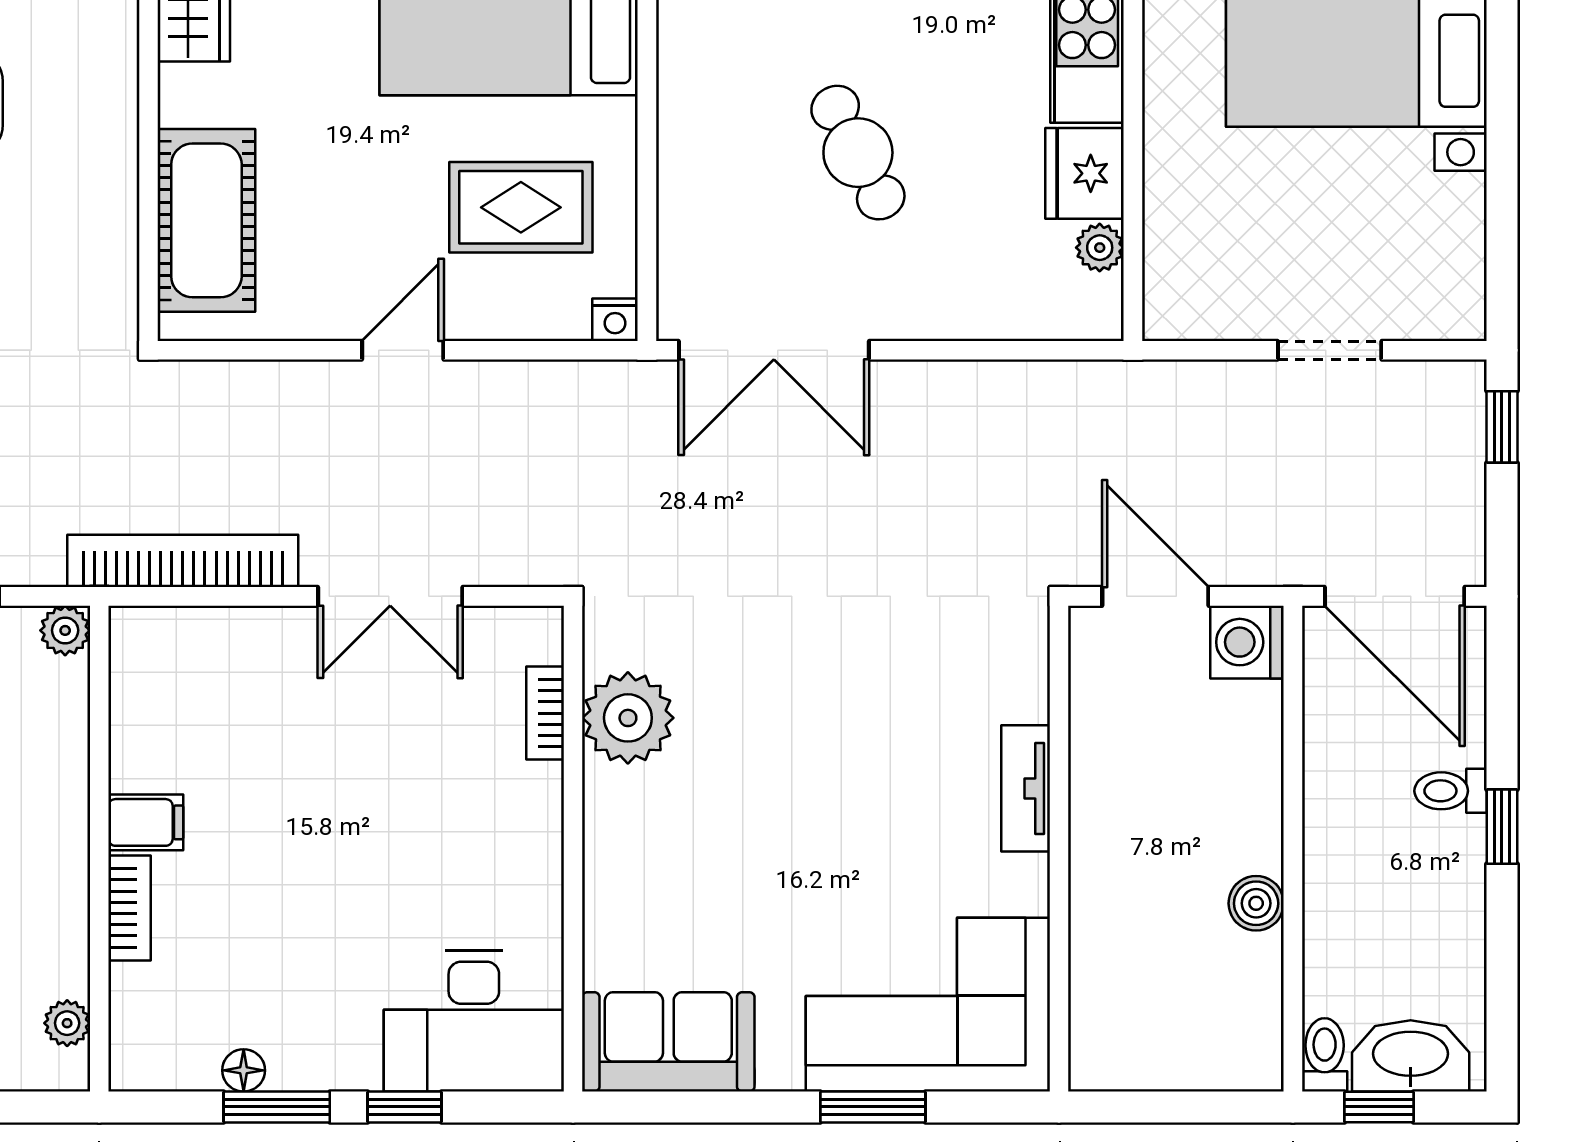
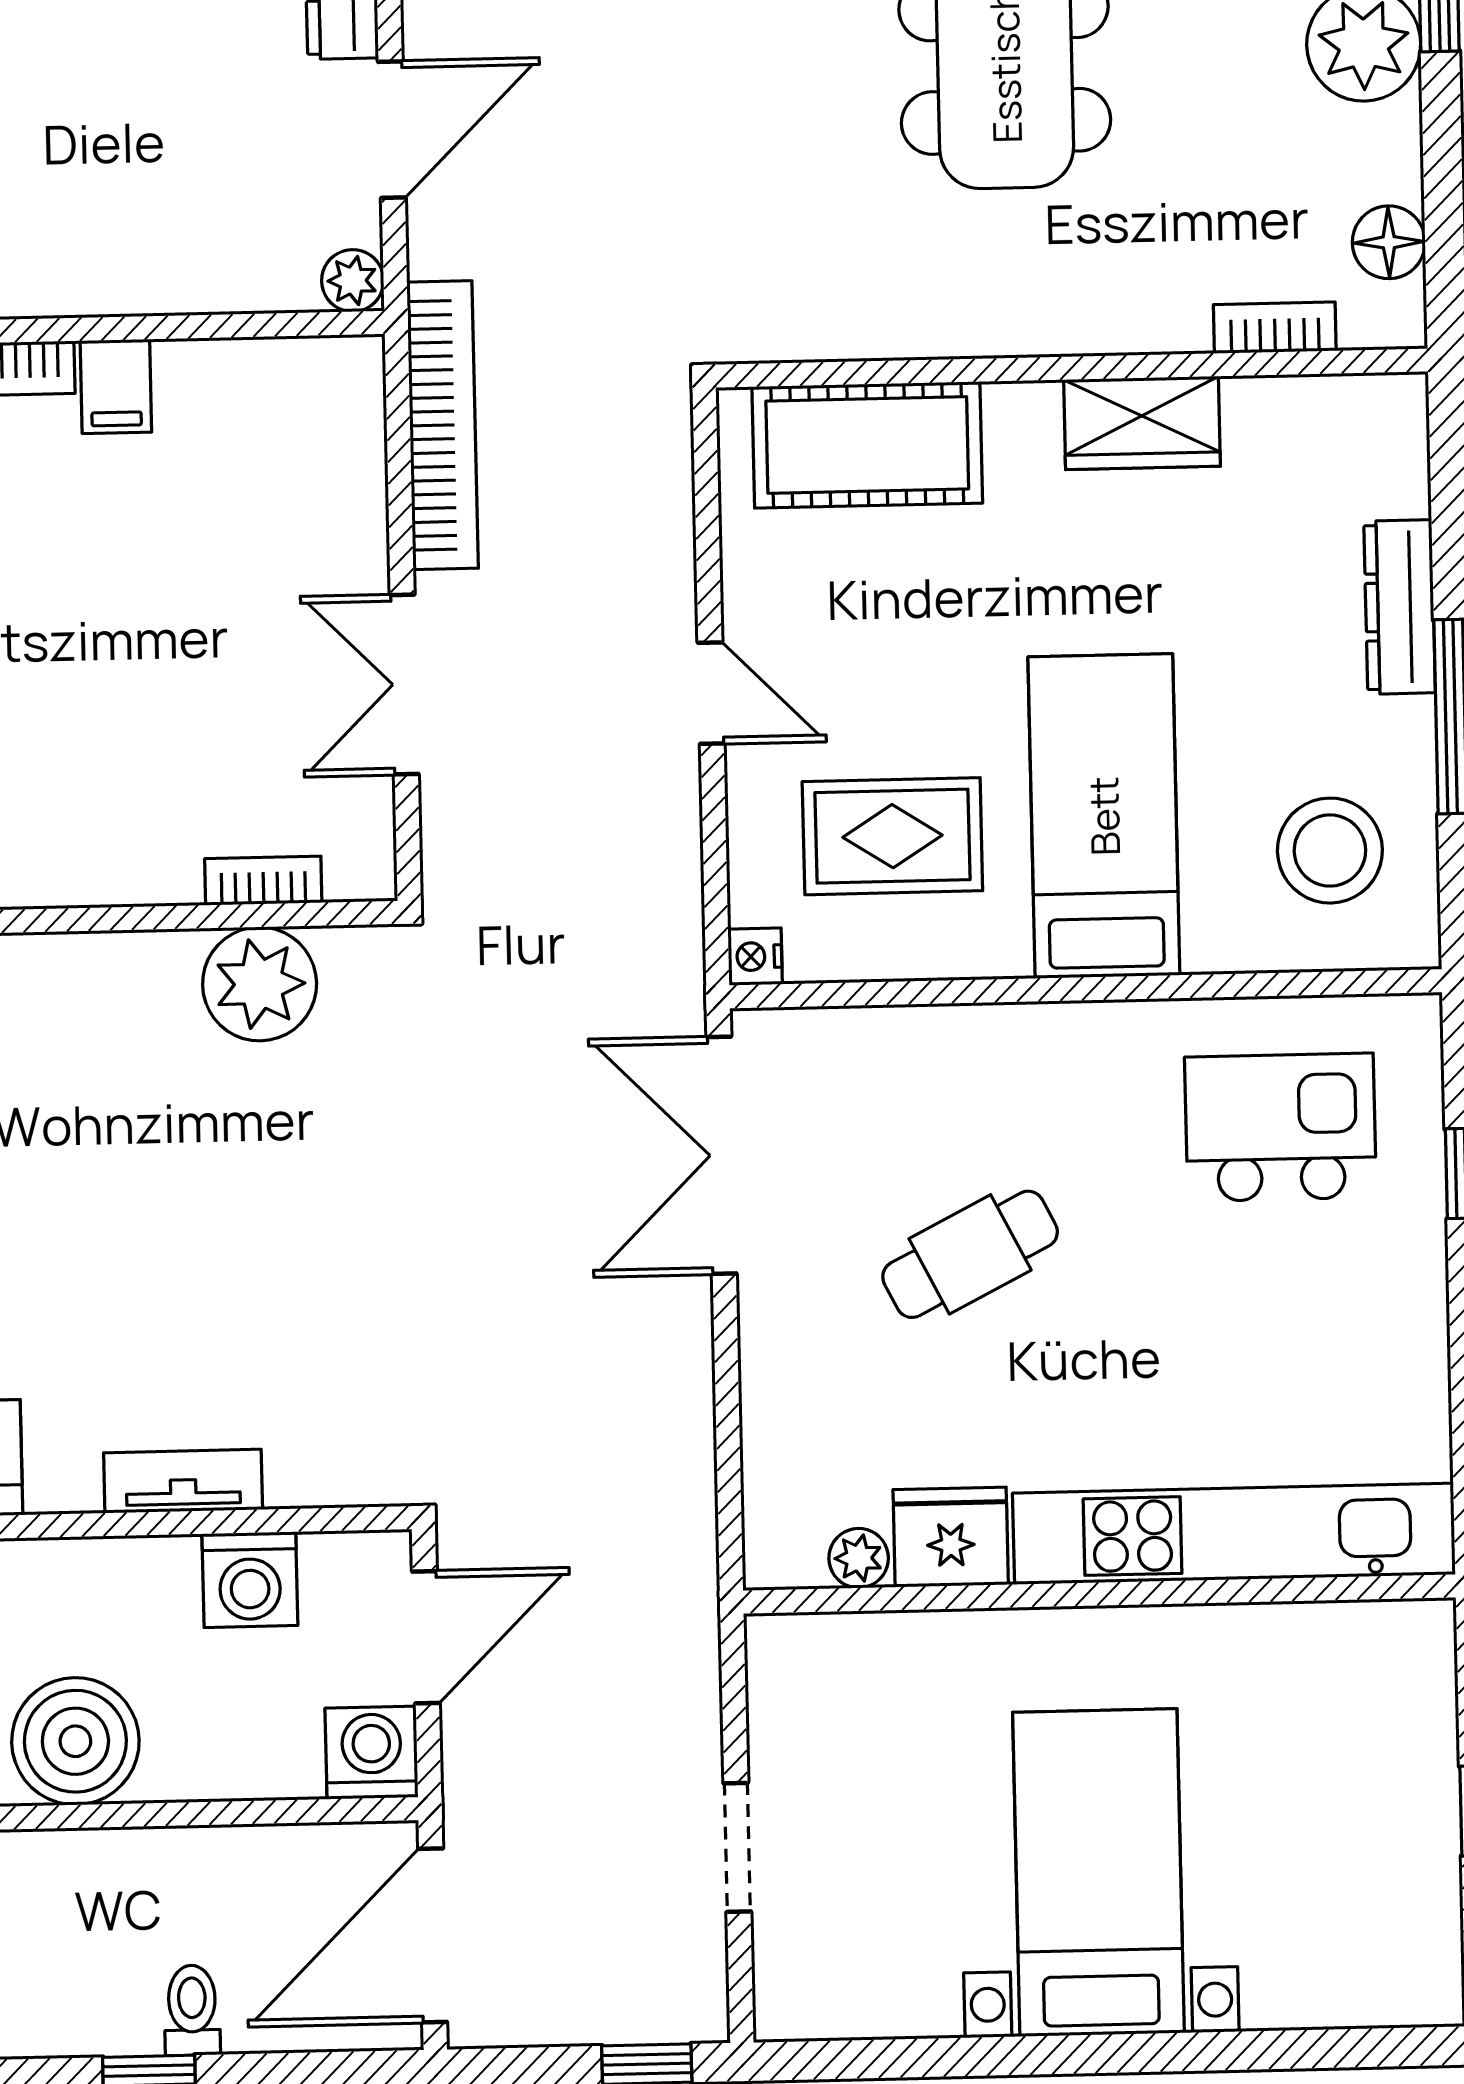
rug: (521, 207) -> (892, 836), turned 90
washing machine: (1106, 737) -> (250, 1580), added
boiler: (1256, 903) -> (75, 1741), width x1.86, depth x1.86

